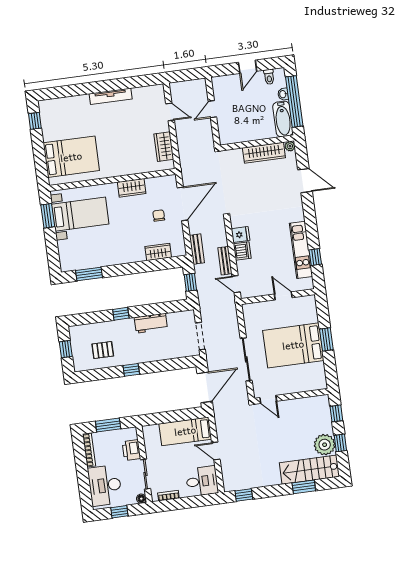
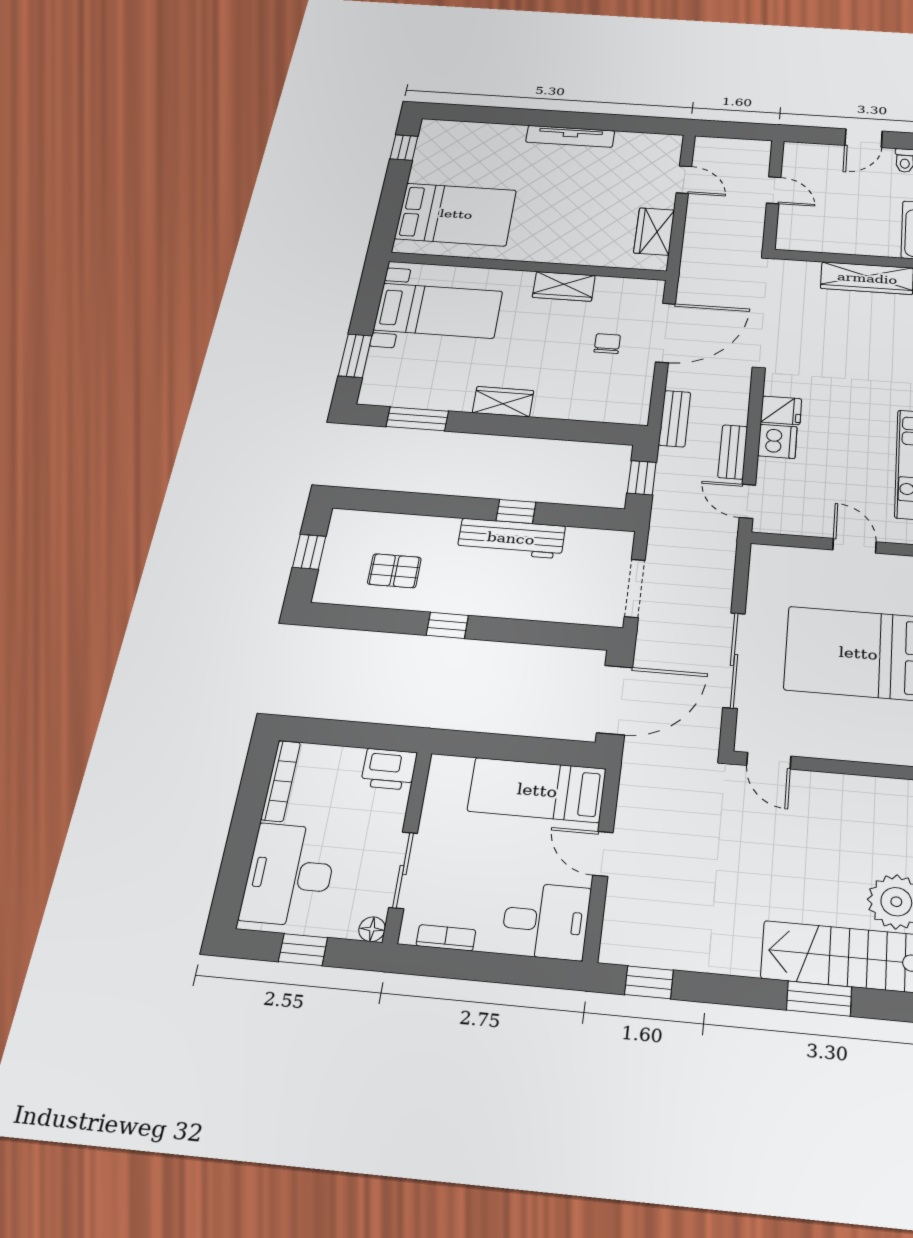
door: (212, 109) -> (774, 190), swing flipped
window: (48, 216) -> (355, 356), moved
wardrobe: (158, 252) -> (503, 402), moved
window: (121, 314) -> (516, 511), moved
workbench: (151, 323) -> (511, 538), width x1.38
window: (108, 425) -> (349, 734), removed
printer: (131, 450) -> (389, 769), moved, turned -90

